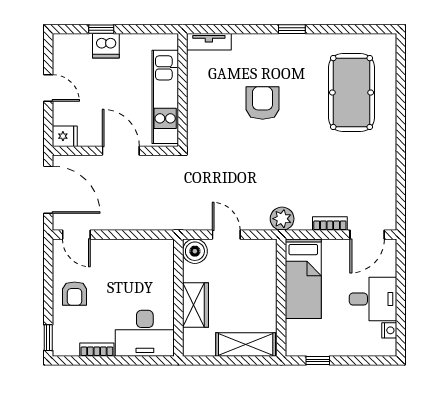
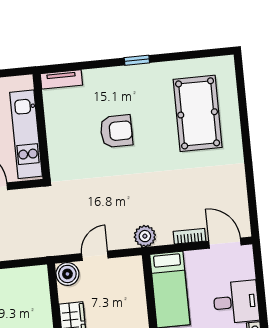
armchair: (263, 103) -> (116, 131), turned 90
door: (226, 235) -> (95, 256), hinge flipped
door: (367, 235) -> (225, 243), swing flipped

